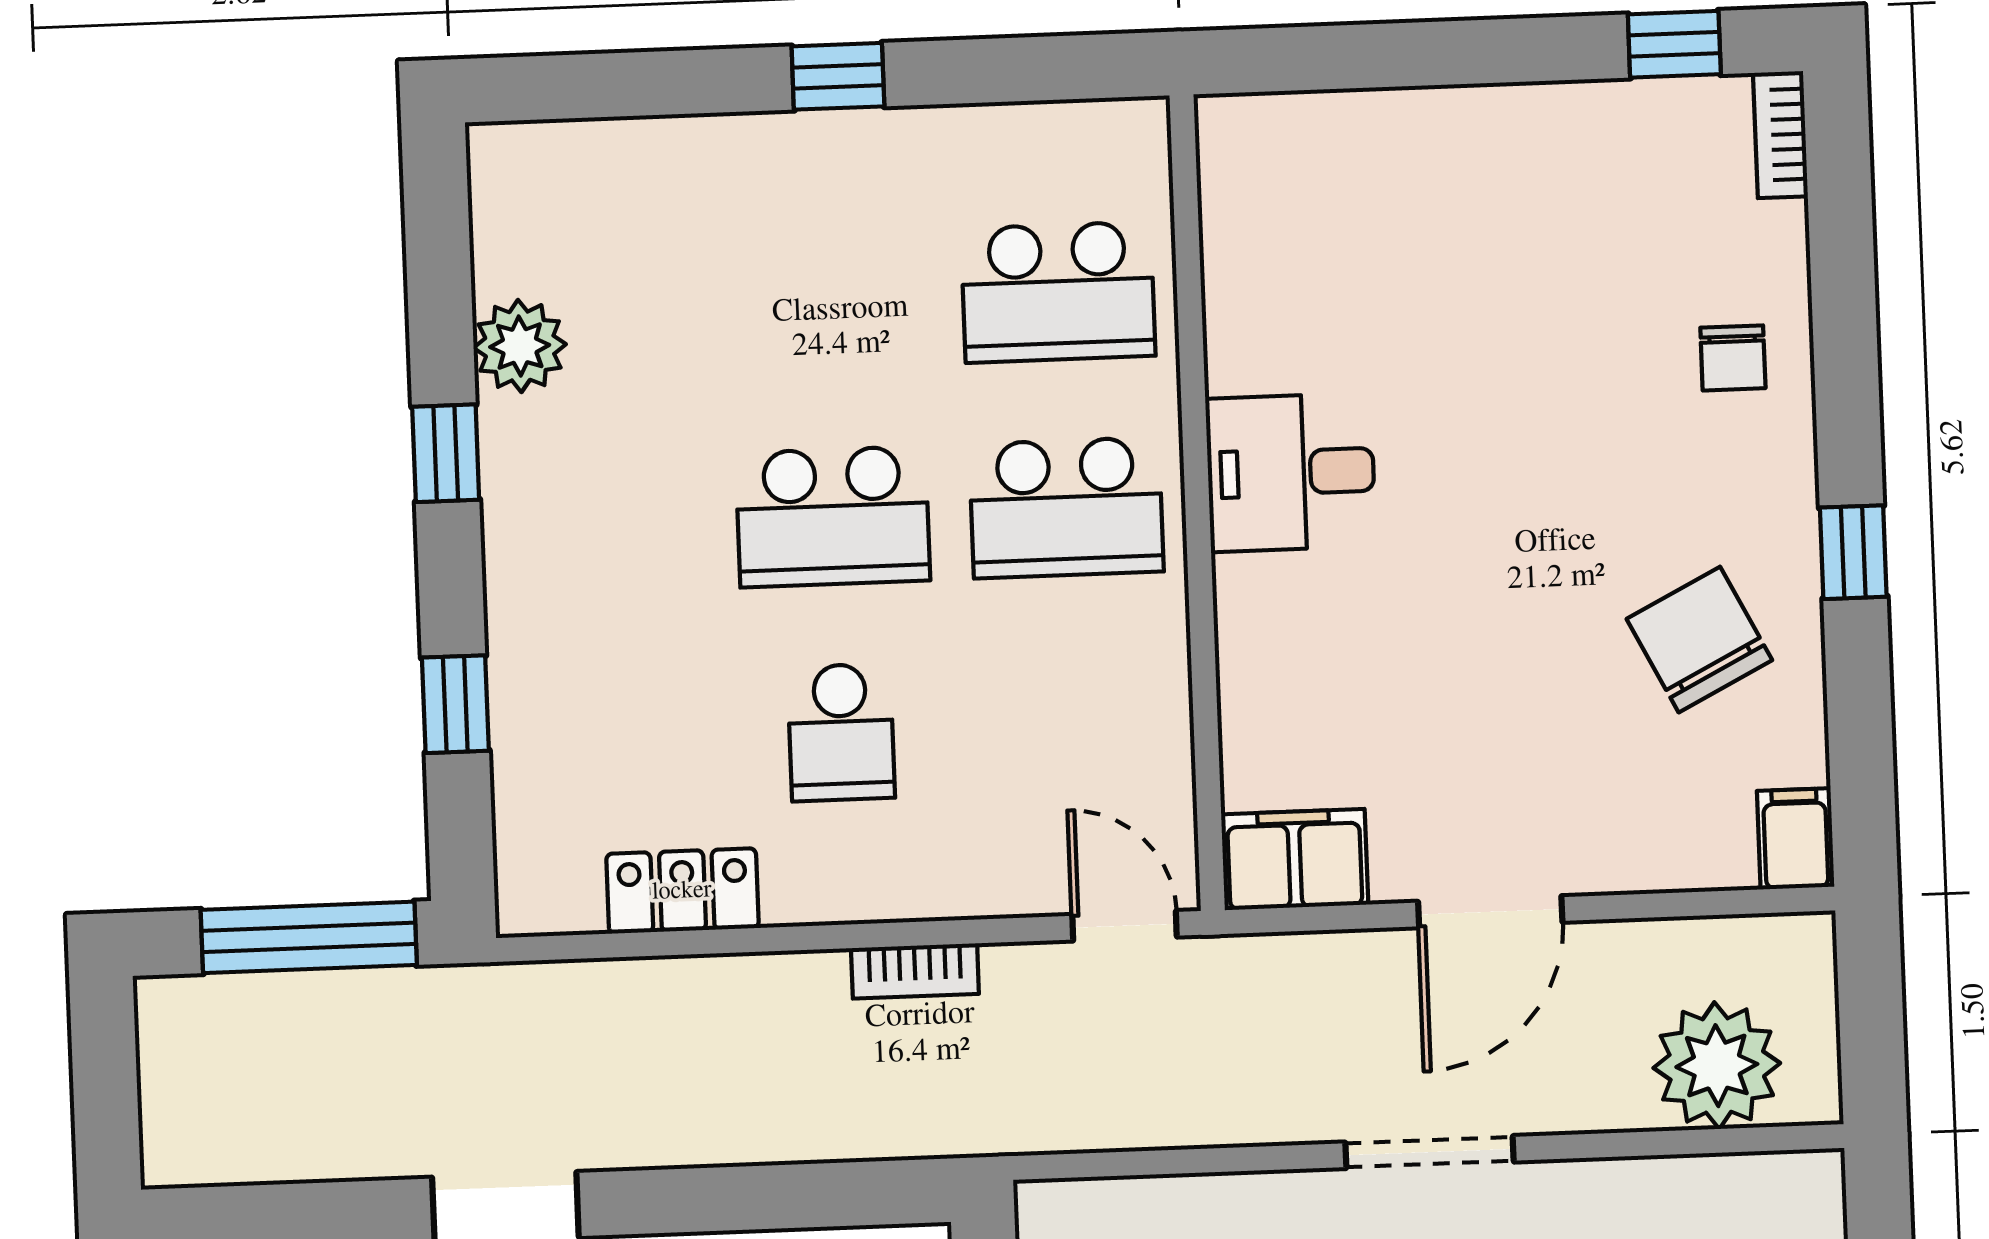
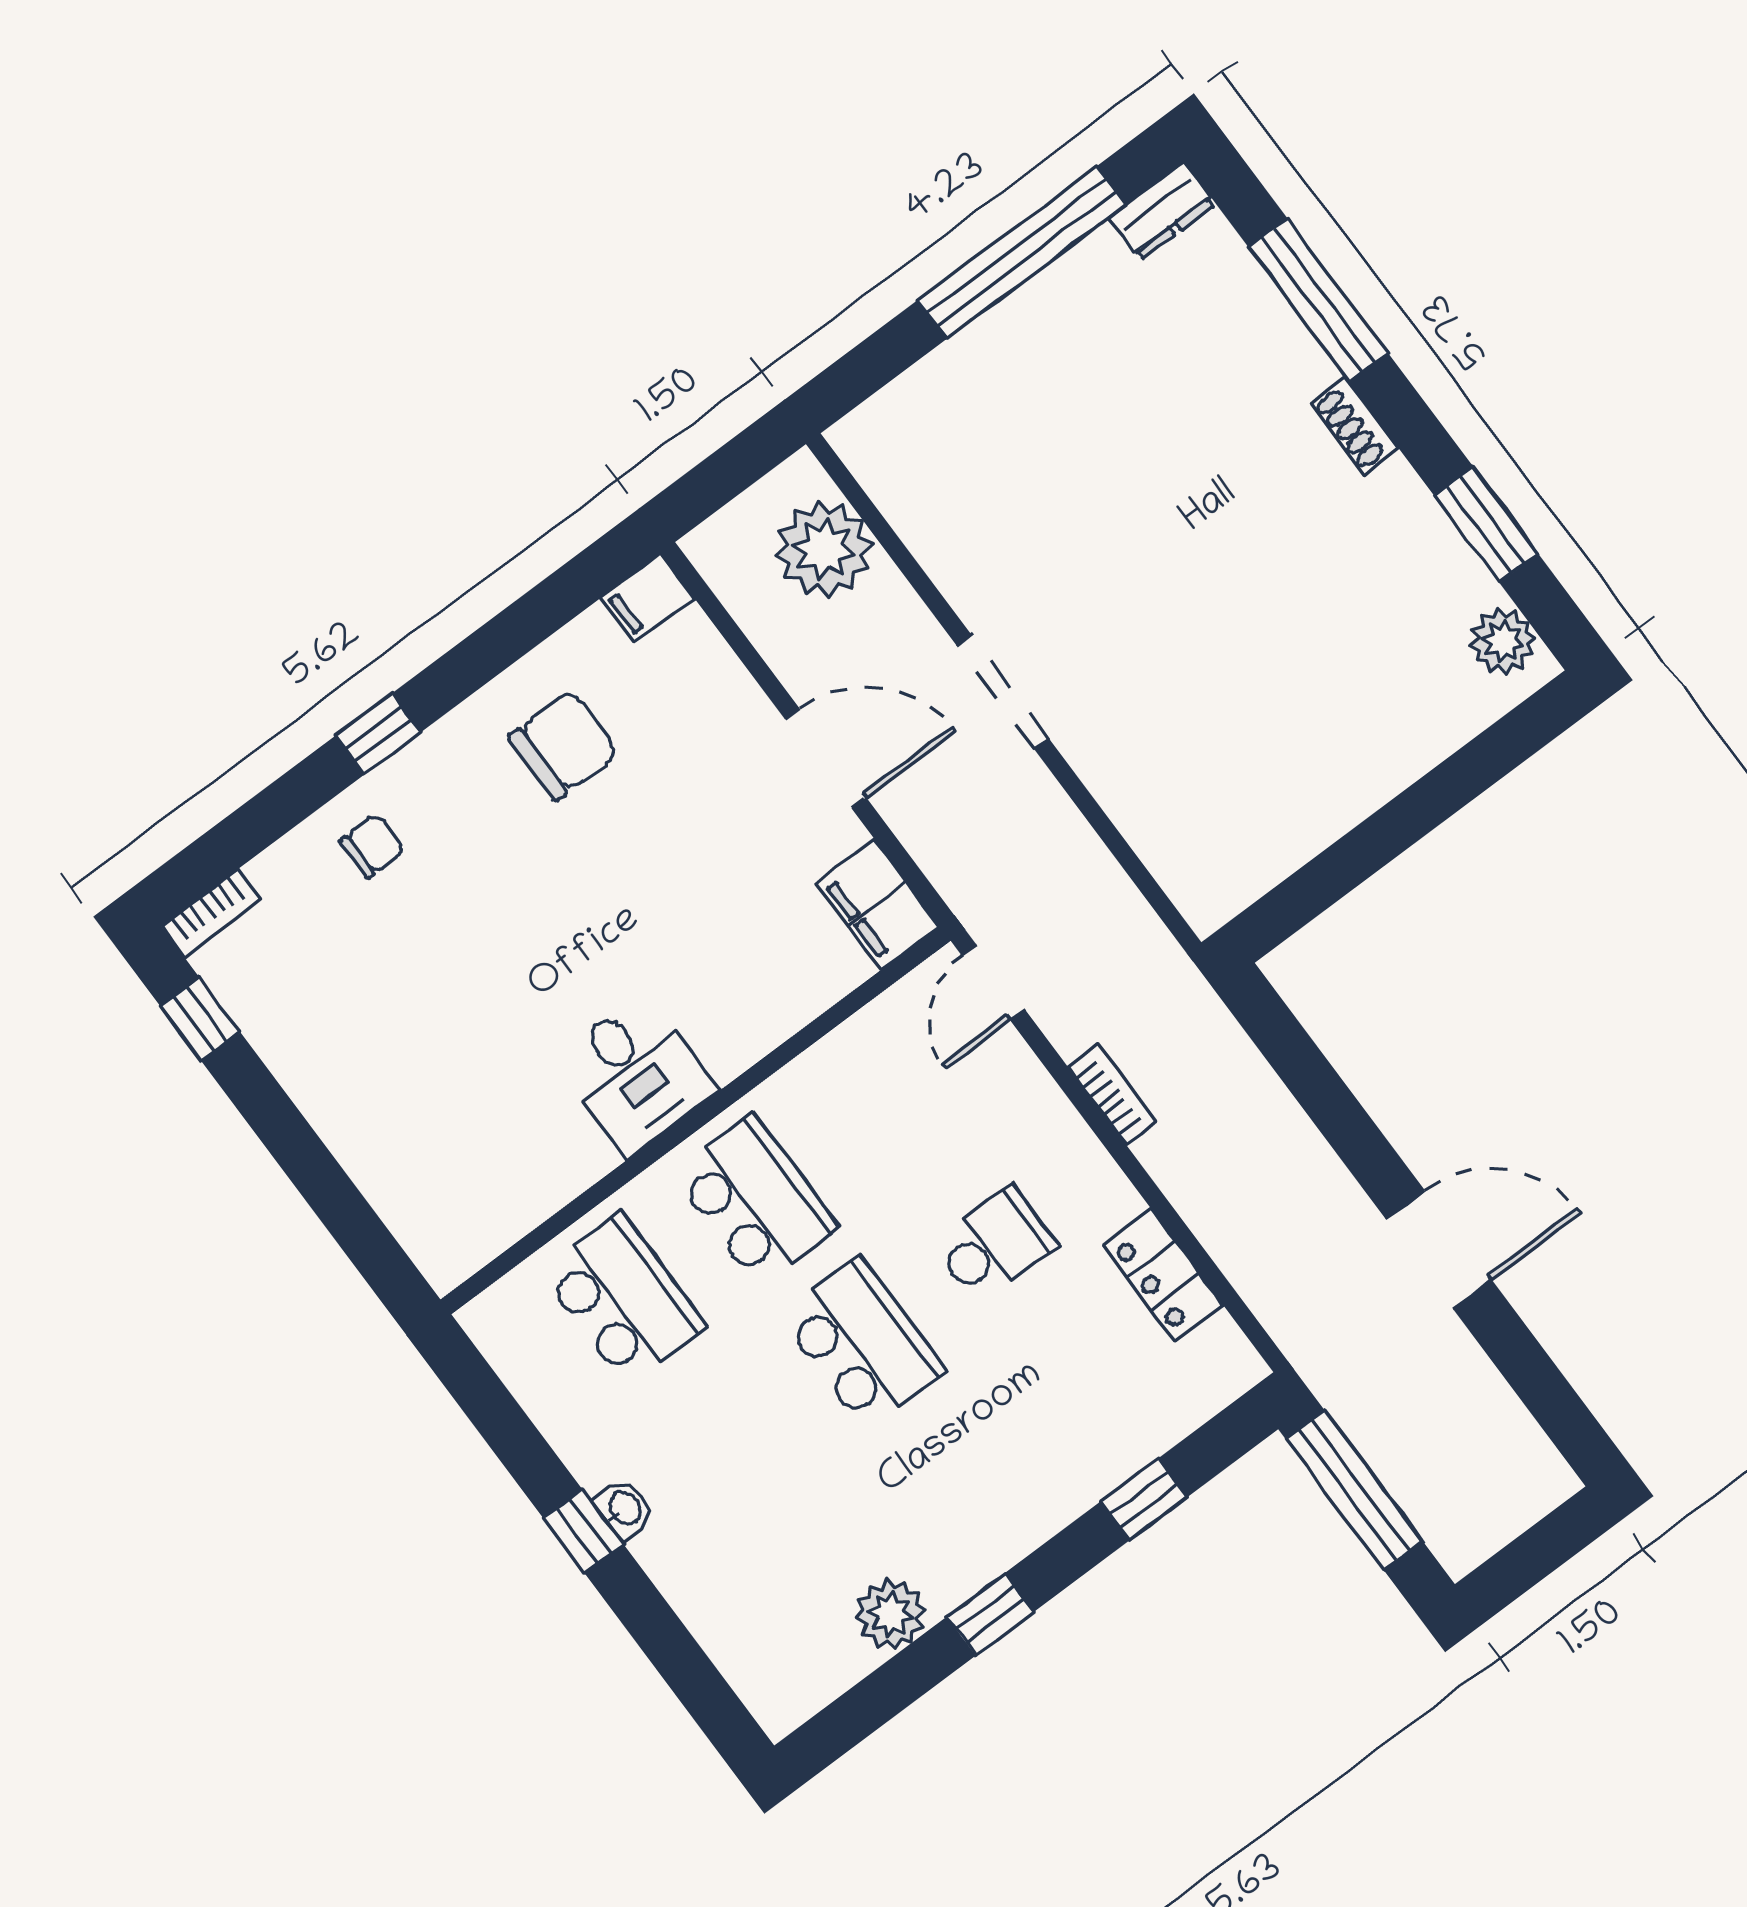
washbasin: (831, 137) -> (624, 1509), added
window: (1853, 552) -> (378, 734), moved
chair: (1699, 640) -> (564, 745), turned -153

